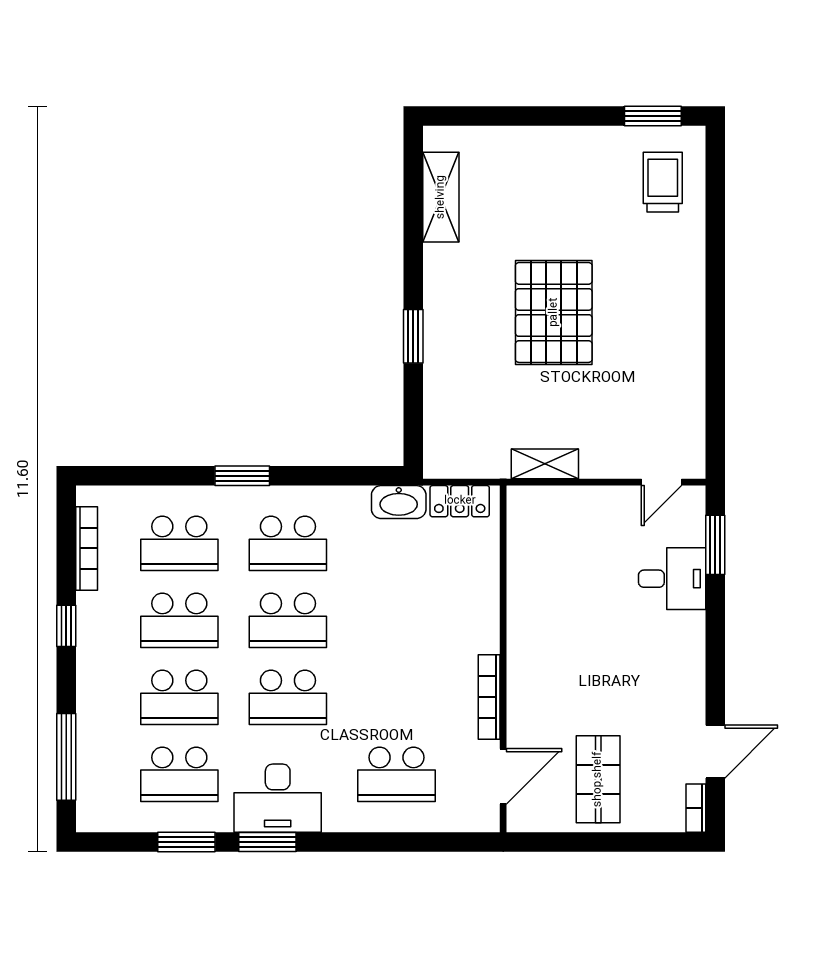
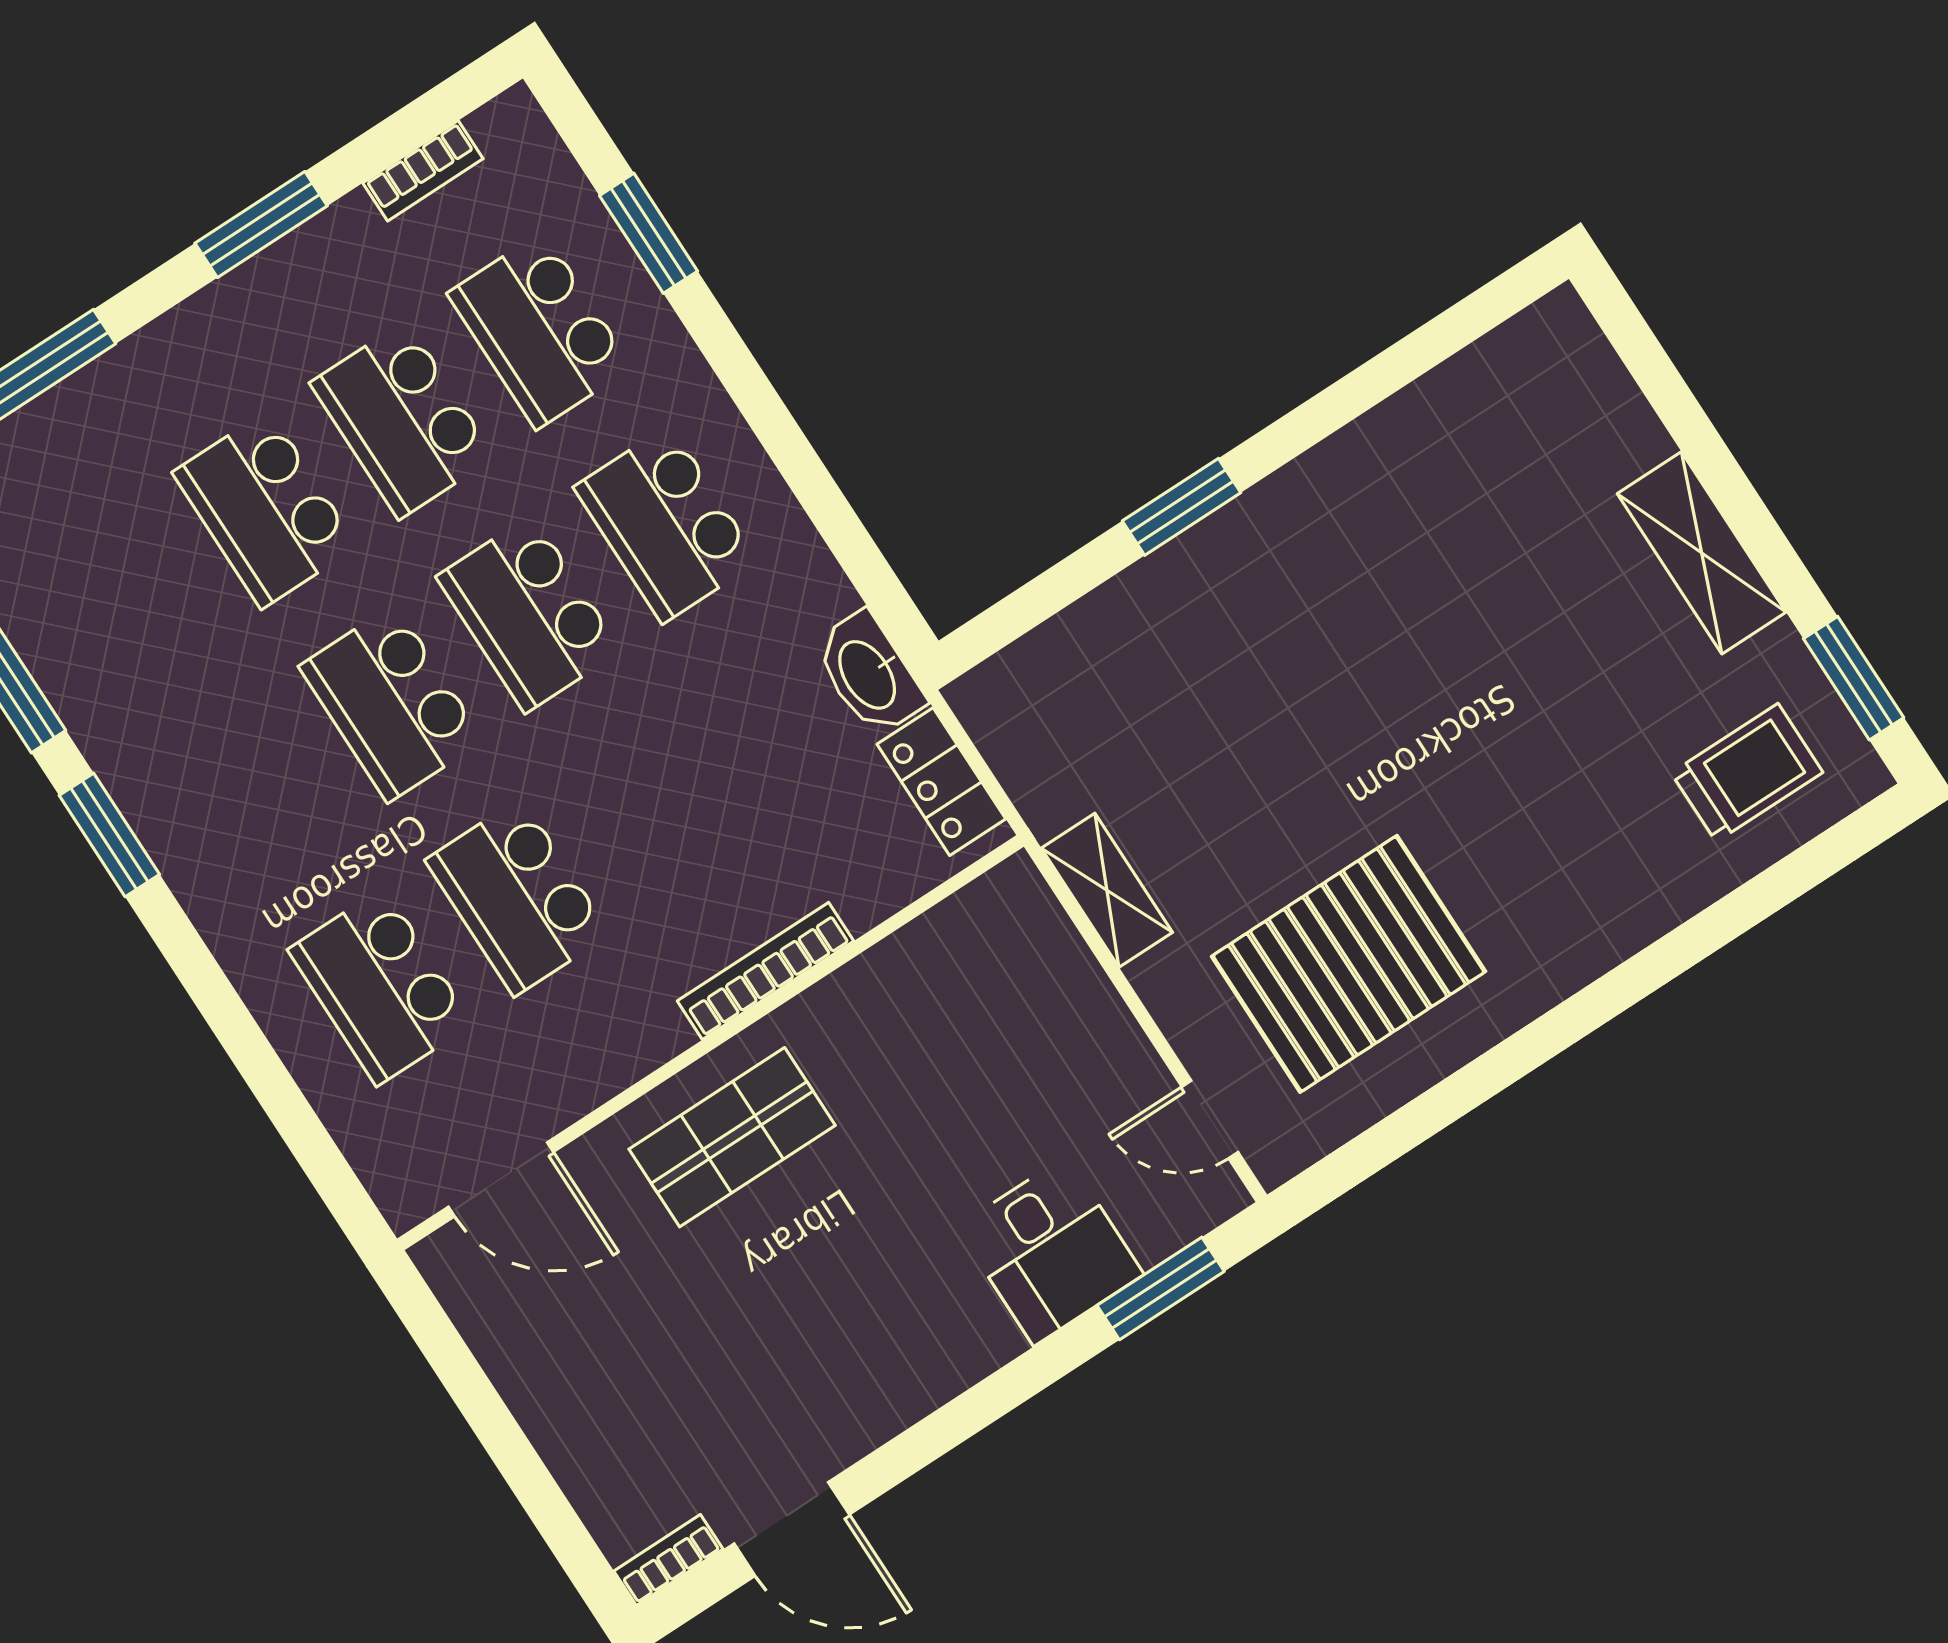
shelving: (441, 197) -> (1702, 553), moved, turned 90
pallet: (554, 312) -> (1349, 964), moved
window: (242, 476) -> (649, 233), moved
bookcase: (87, 548) -> (423, 171), width x0.64
window: (66, 626) -> (261, 224), width x1.50
bookcase: (489, 697) -> (766, 971), moved
school desk: (179, 774) -> (518, 897), moved
shop shelf: (598, 779) -> (732, 1137), moved
desk: (278, 798) -> (200, 802), removed

